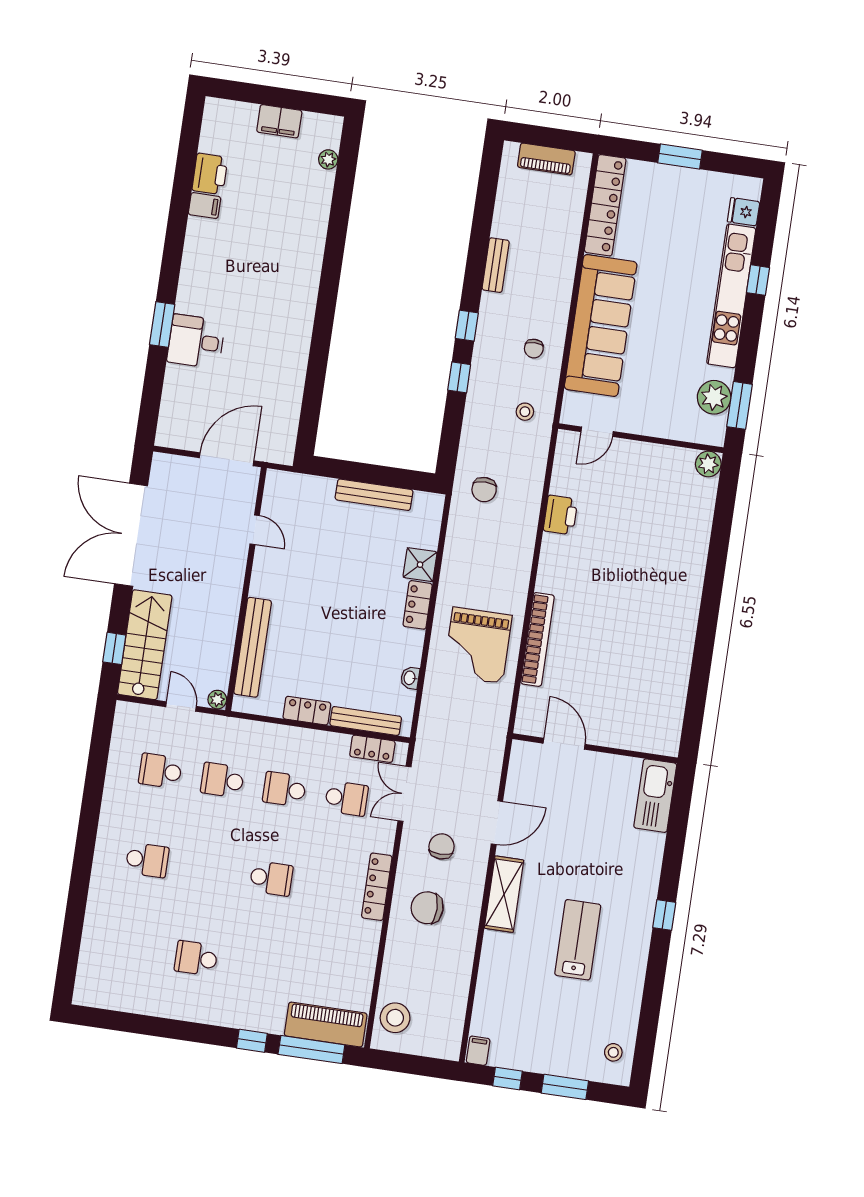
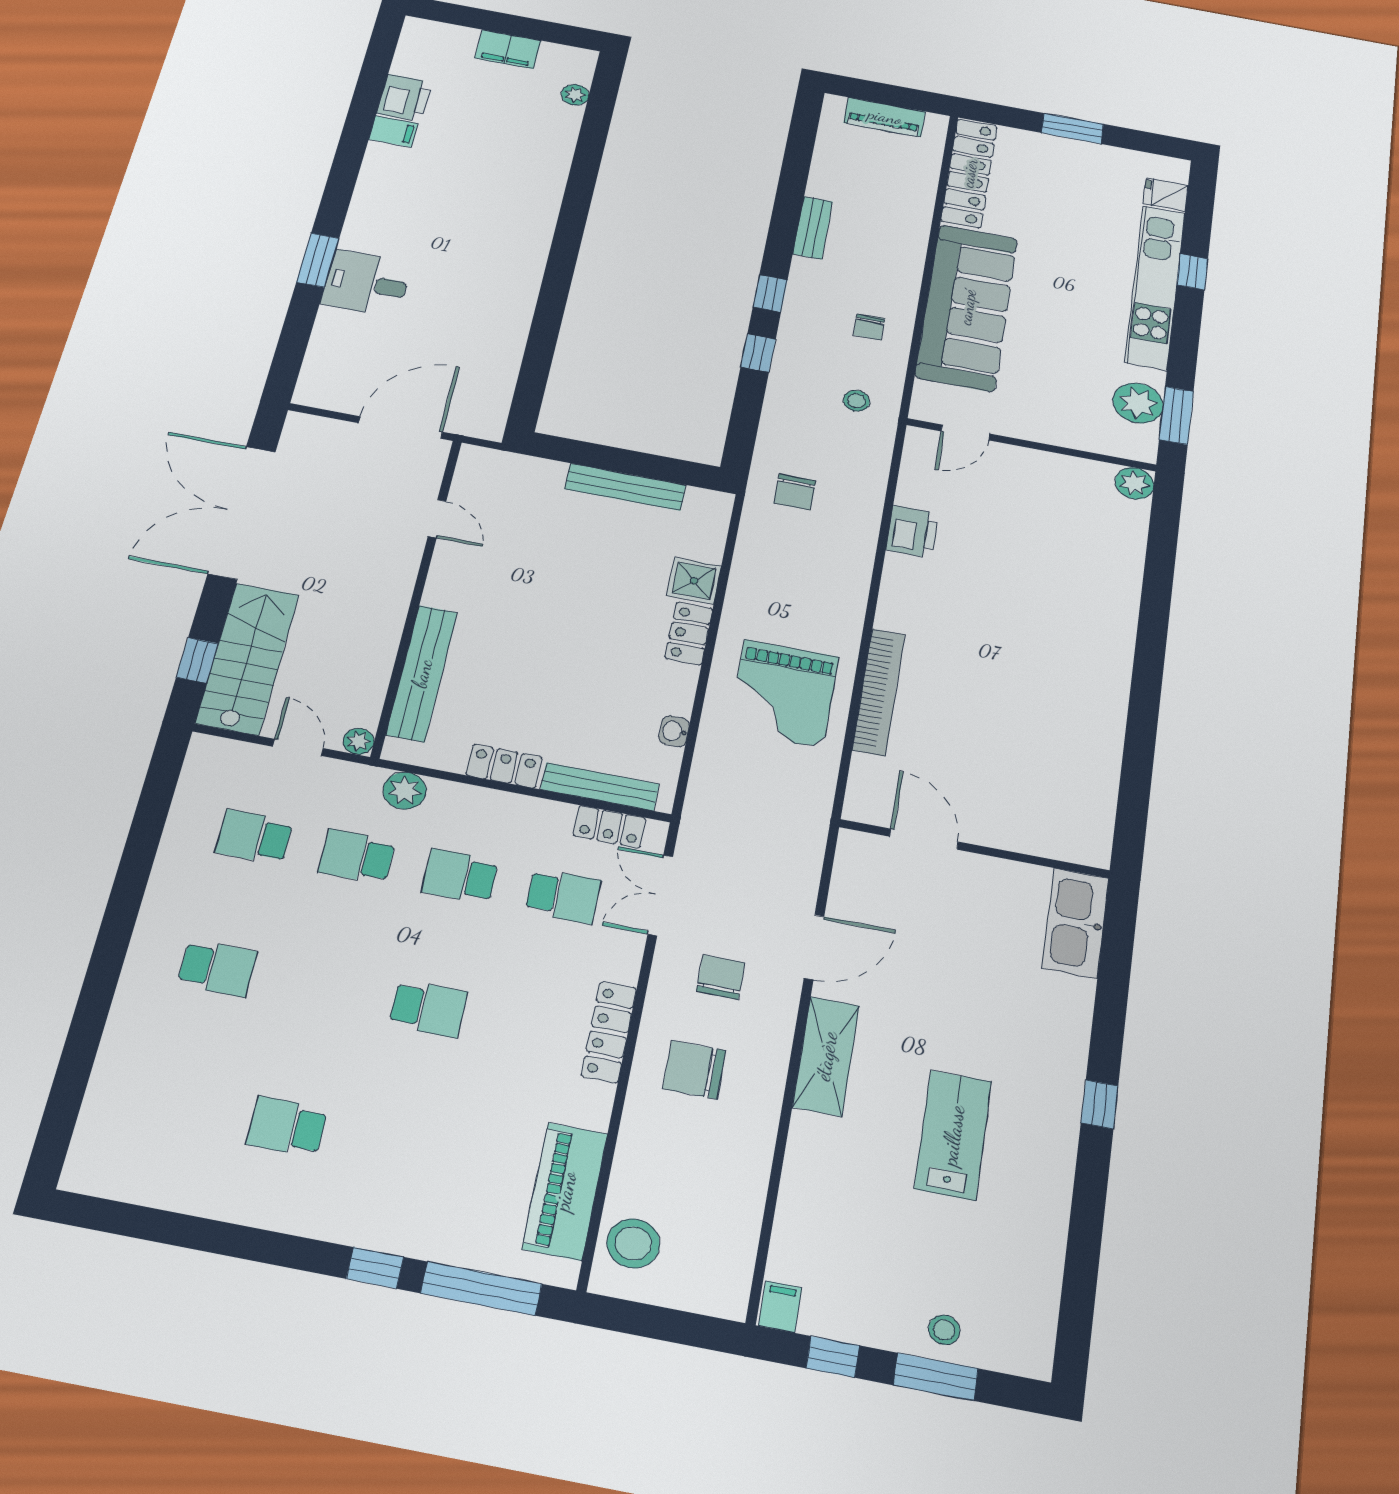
plant: (248, 732) -> (405, 791), added
piano: (326, 1025) -> (565, 1191), moved, turned -90
stool: (613, 1052) -> (944, 1330), moved

